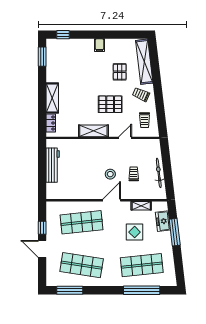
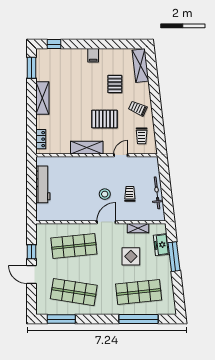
shelving: (144, 62) -> (140, 66), width x0.68
shelving: (52, 98) -> (42, 98), moved

